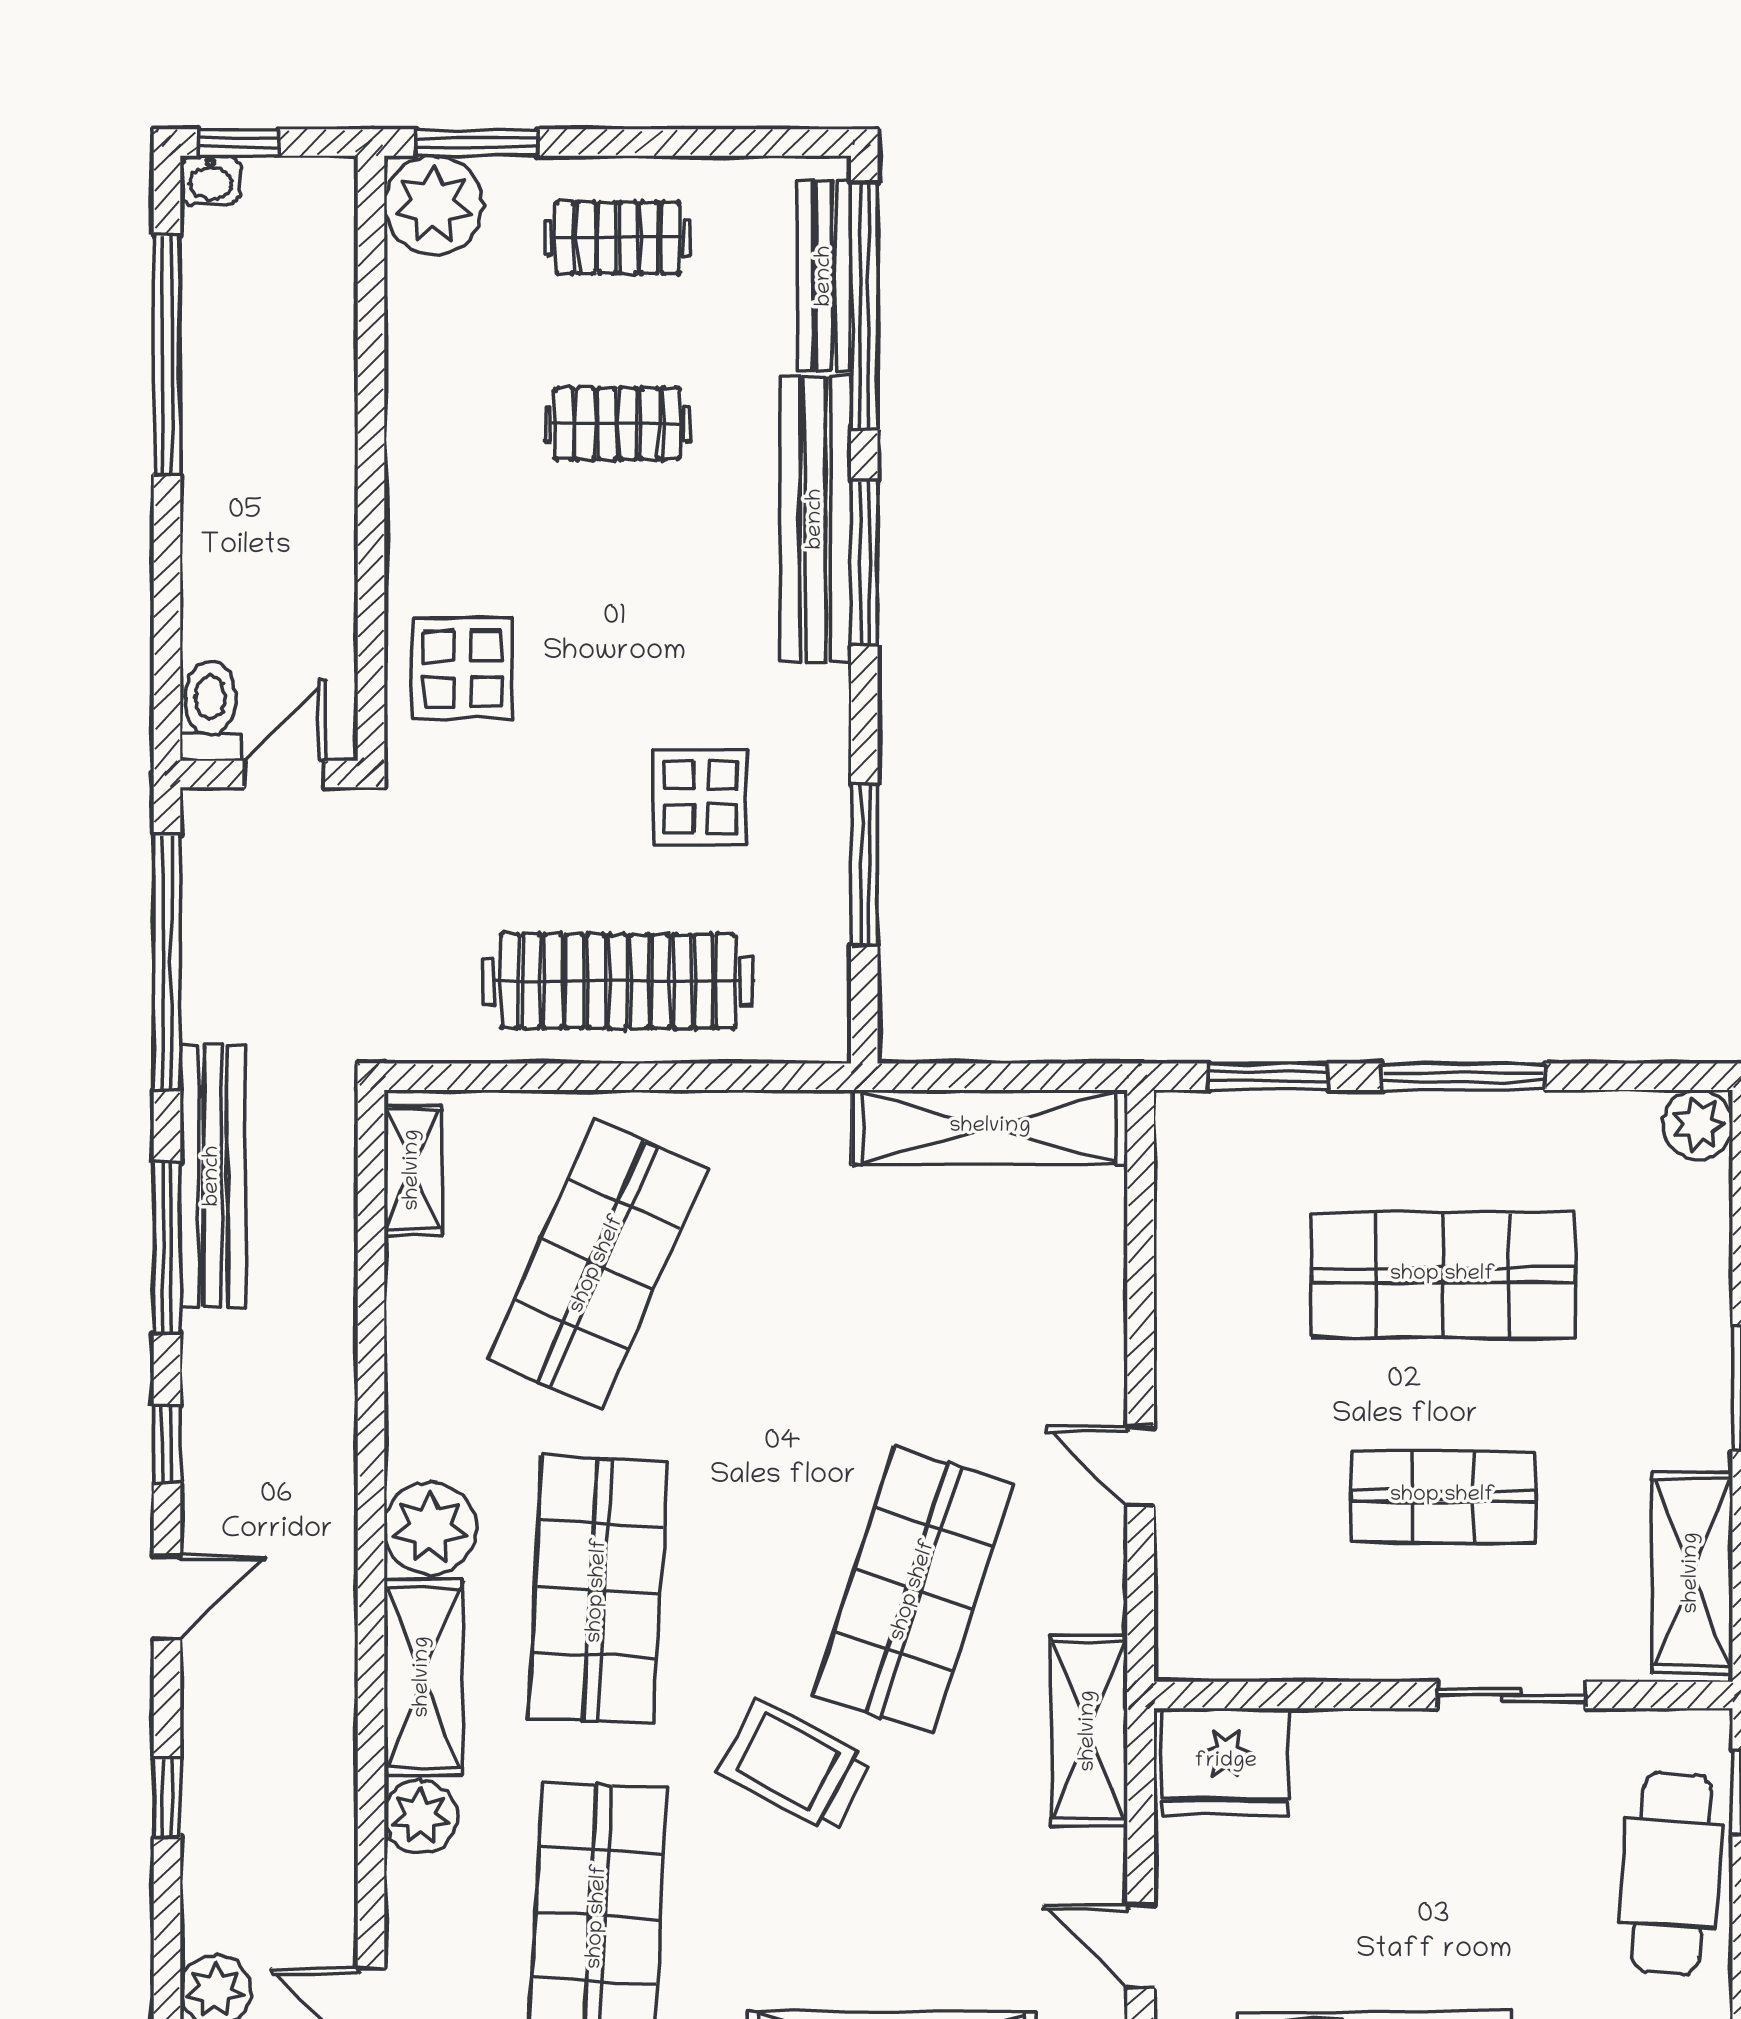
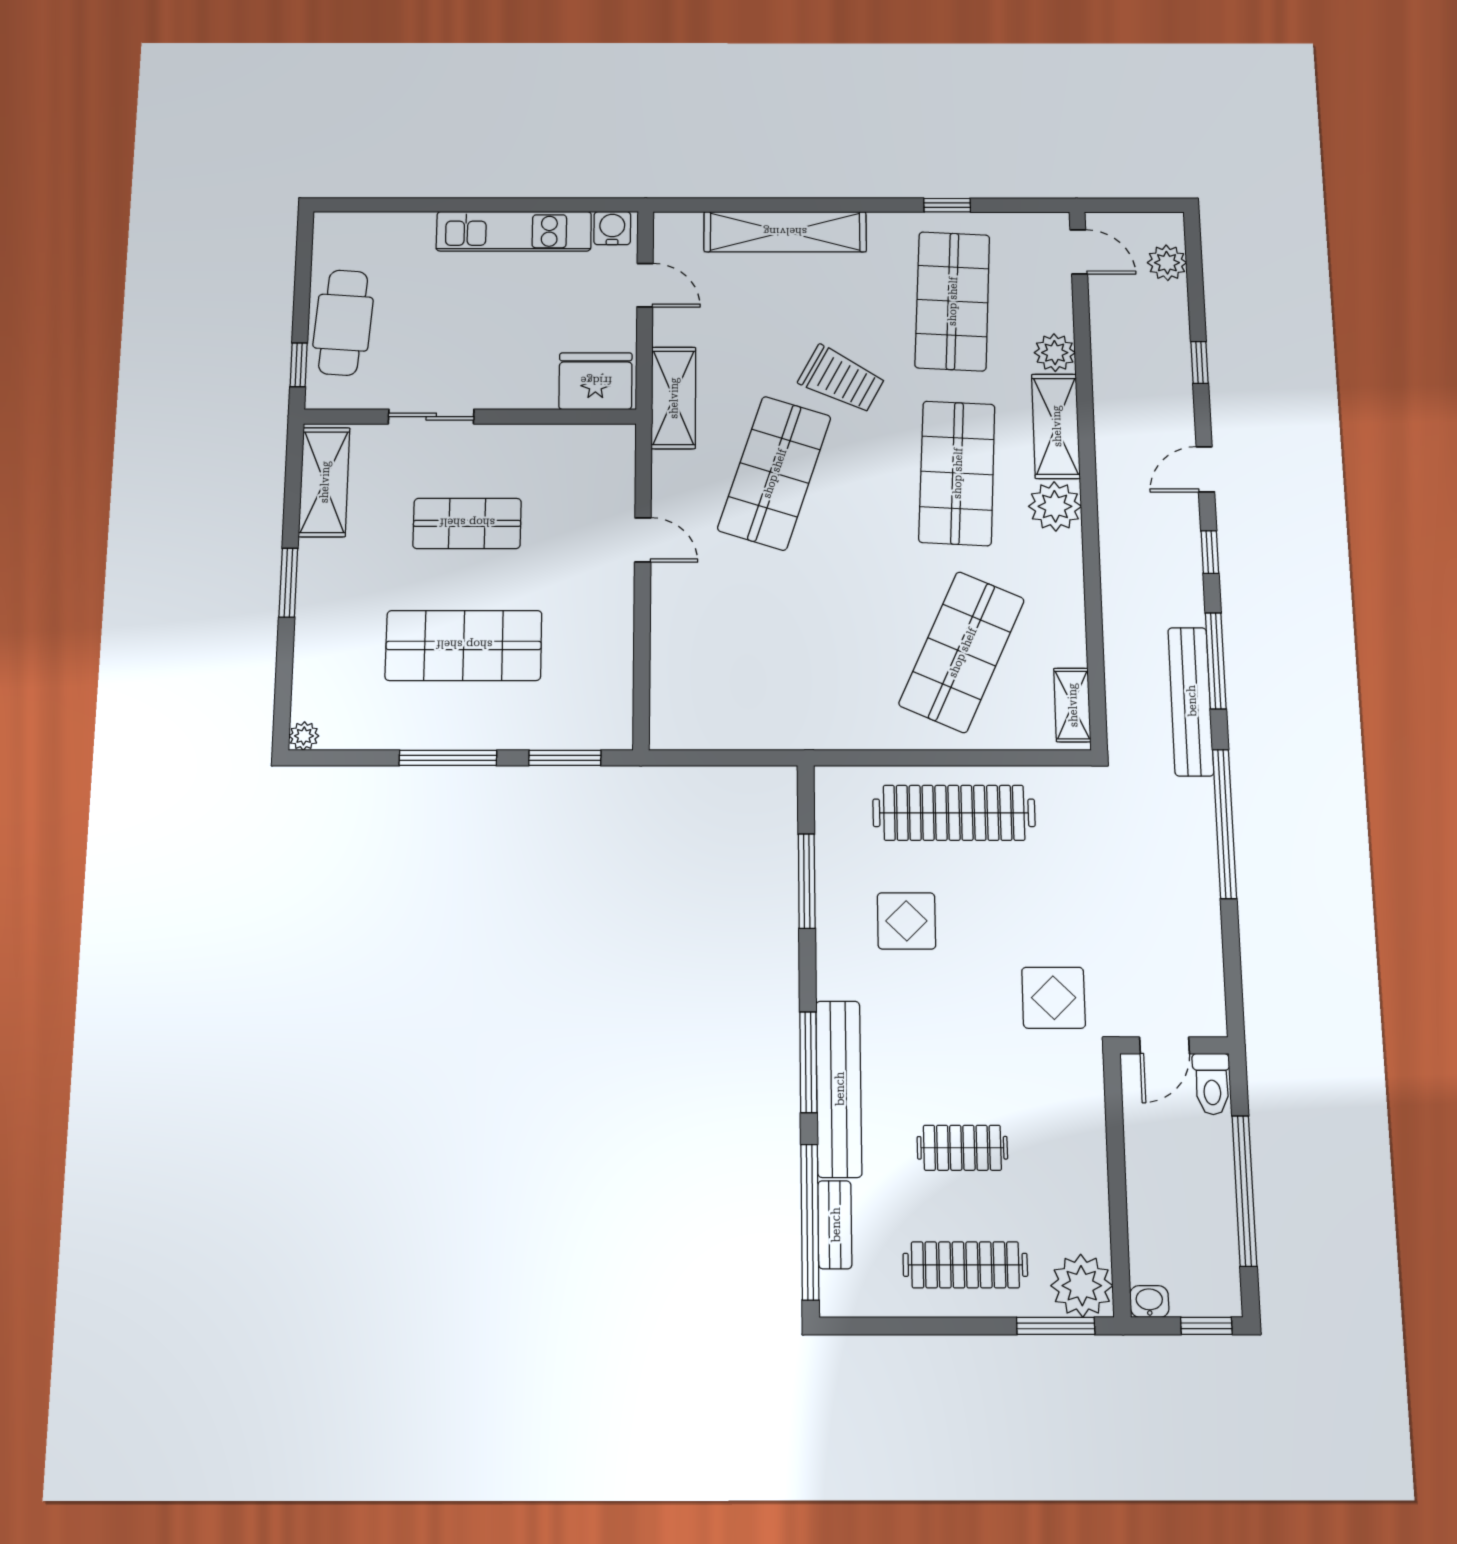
washbasin: (211, 180) -> (1149, 1302), moved
clothes rail: (618, 238) -> (965, 1265), width x1.36
bench: (825, 276) -> (835, 1225), width x0.73
toilet: (210, 711) -> (1212, 1084), moved
wall: (269, 774) -> (1174, 1045), moved
door: (284, 774) -> (1164, 1045), moved
plant: (1698, 1125) -> (304, 736), width x0.73, depth x0.73
shelving: (990, 1127) -> (731, 729), removed

